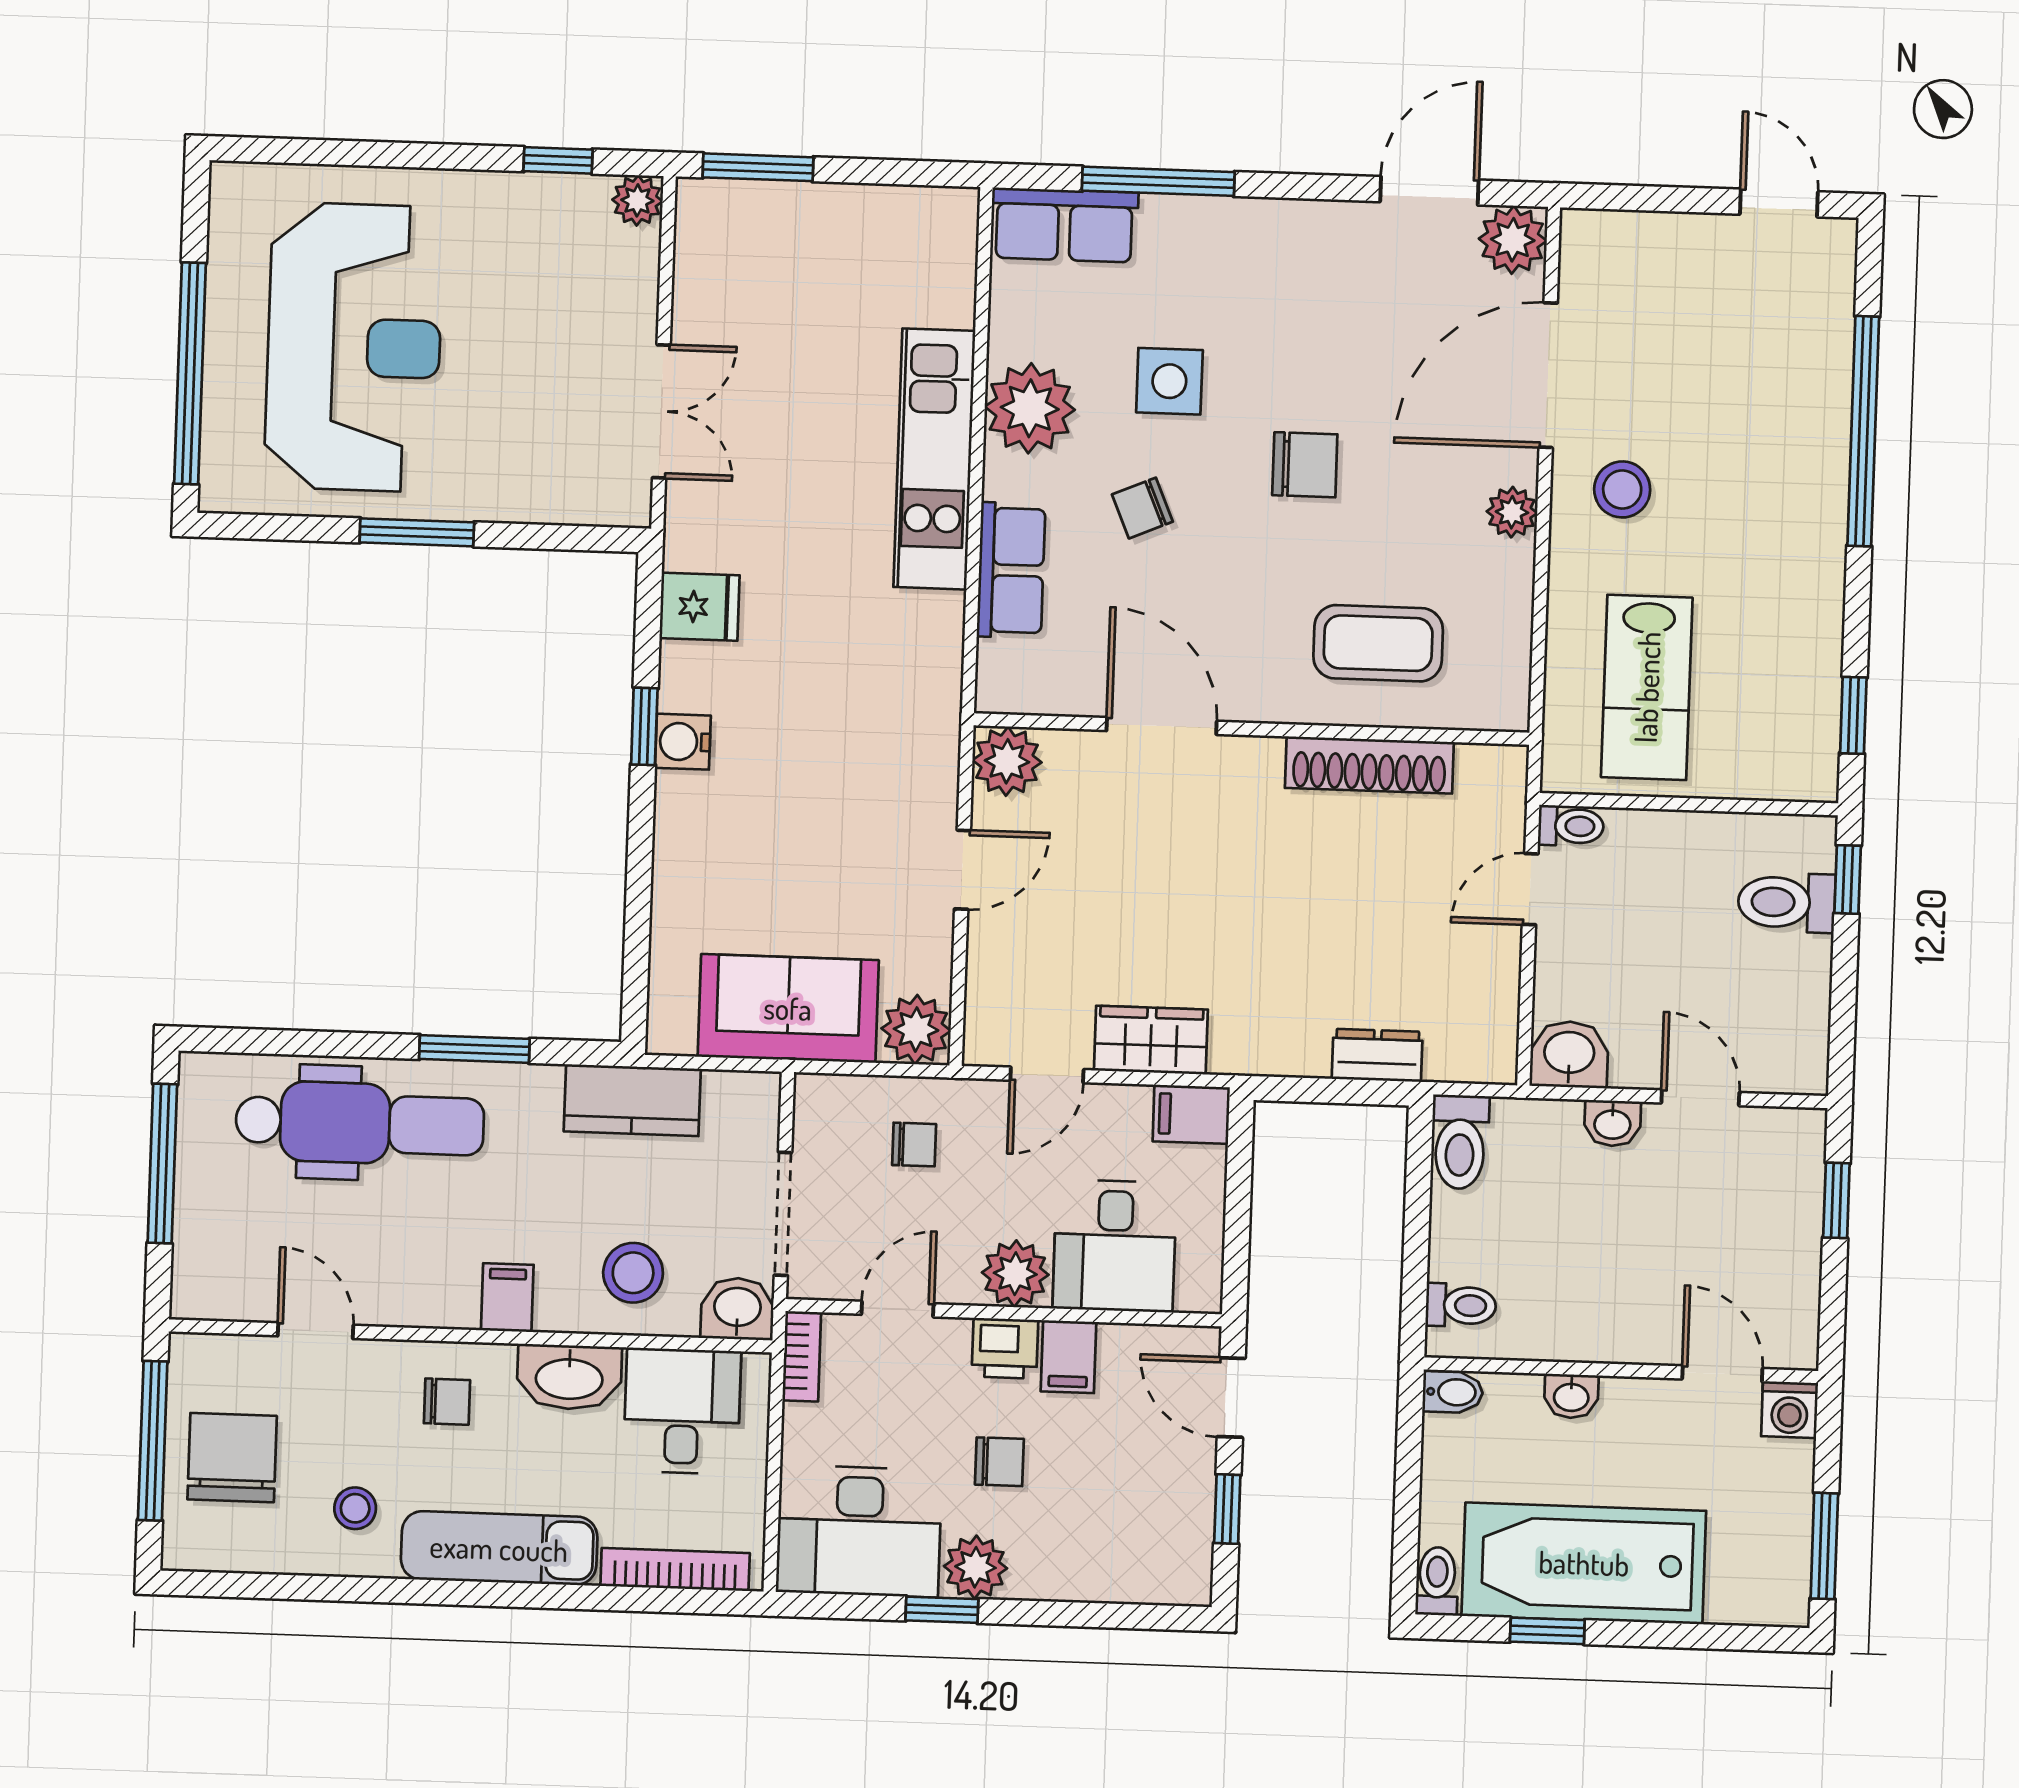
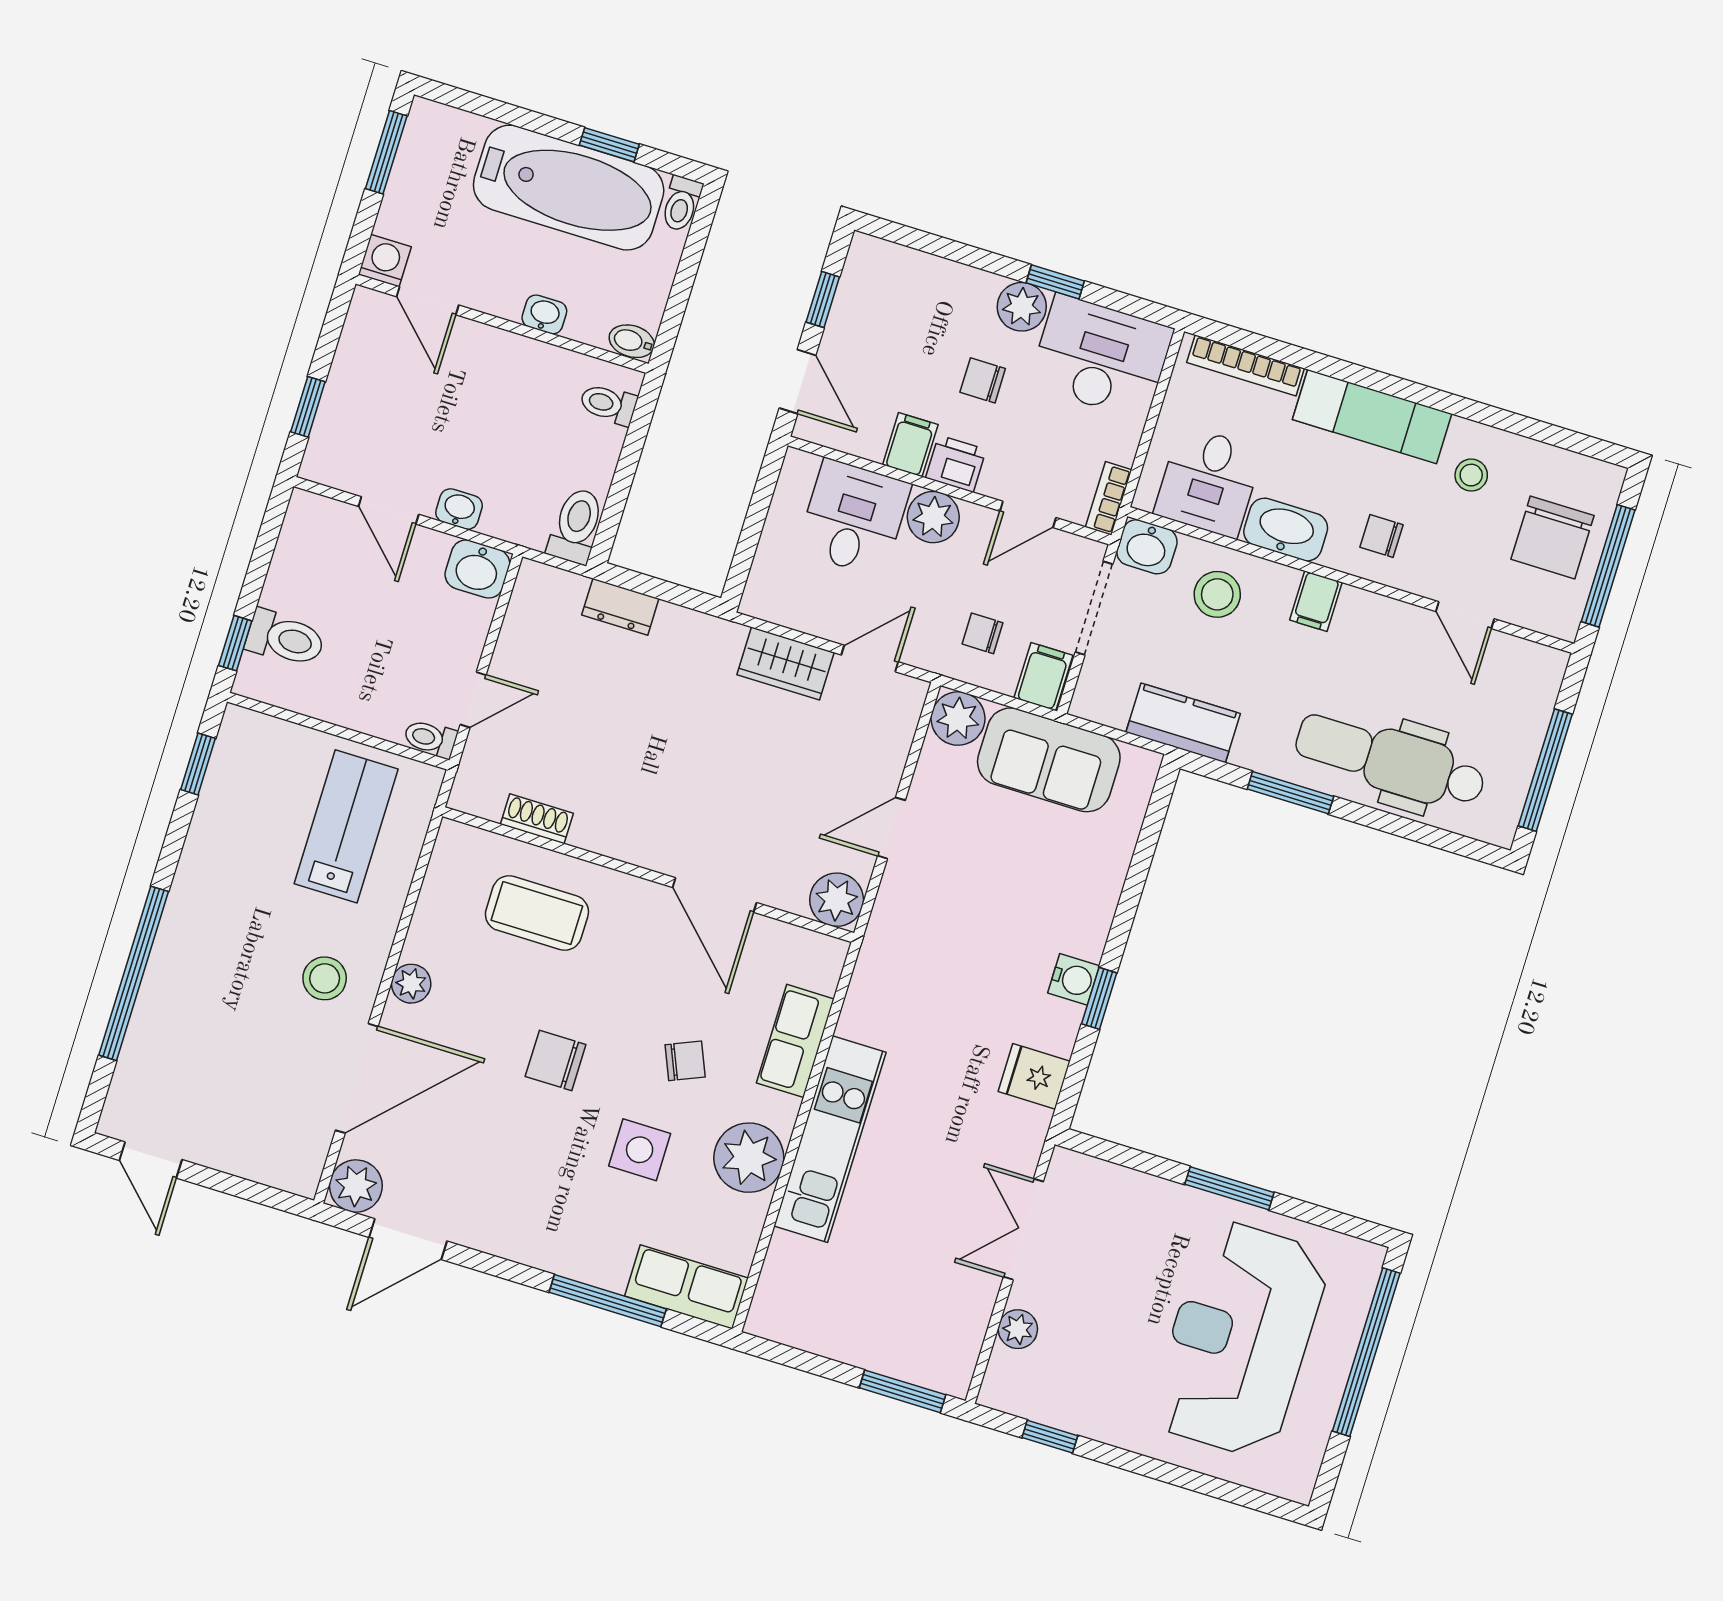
plant: (637, 200) -> (1018, 1329), moved
shoe rack: (1369, 765) -> (537, 819), width x0.51, depth x0.81
filing cabinet: (1191, 1114) -> (1043, 677), moved, turned -90

